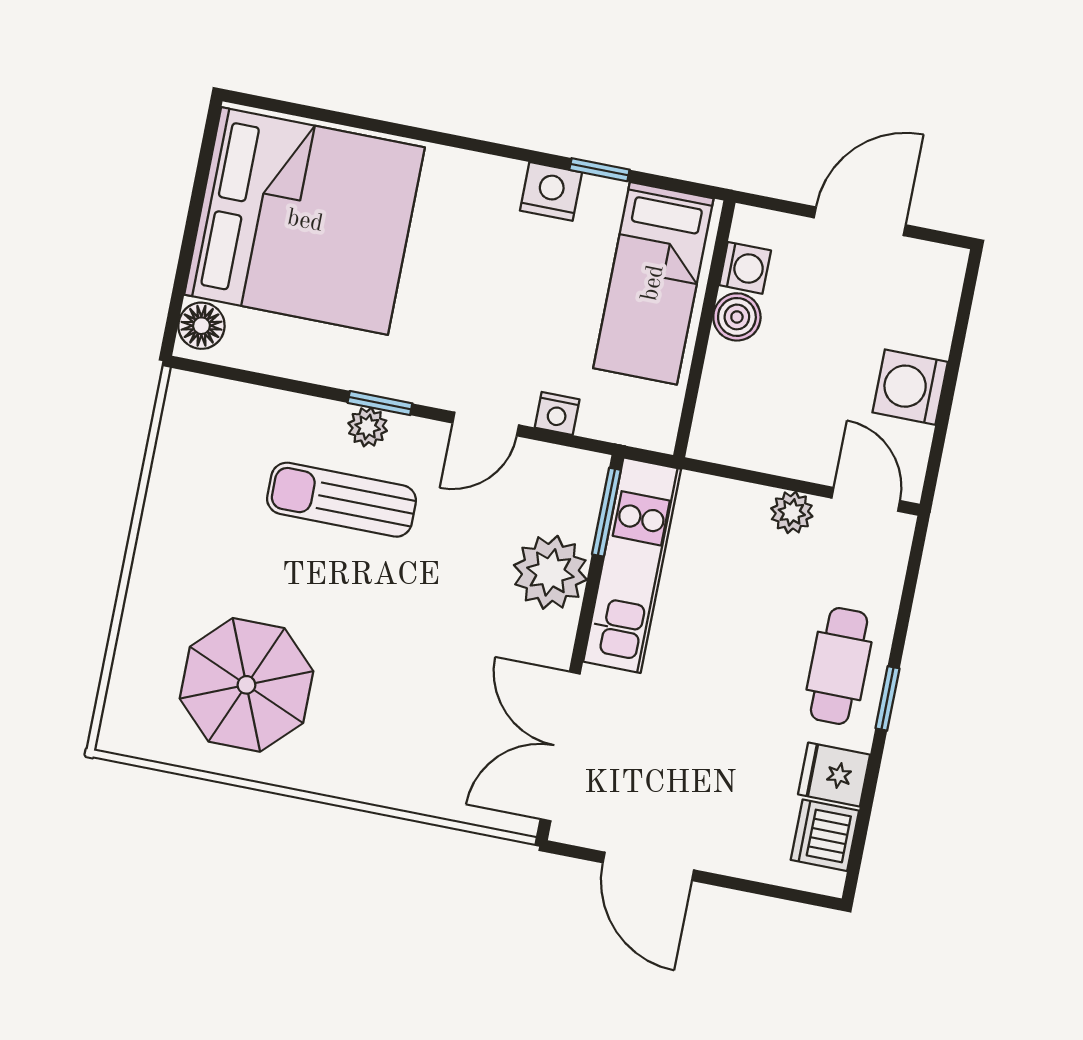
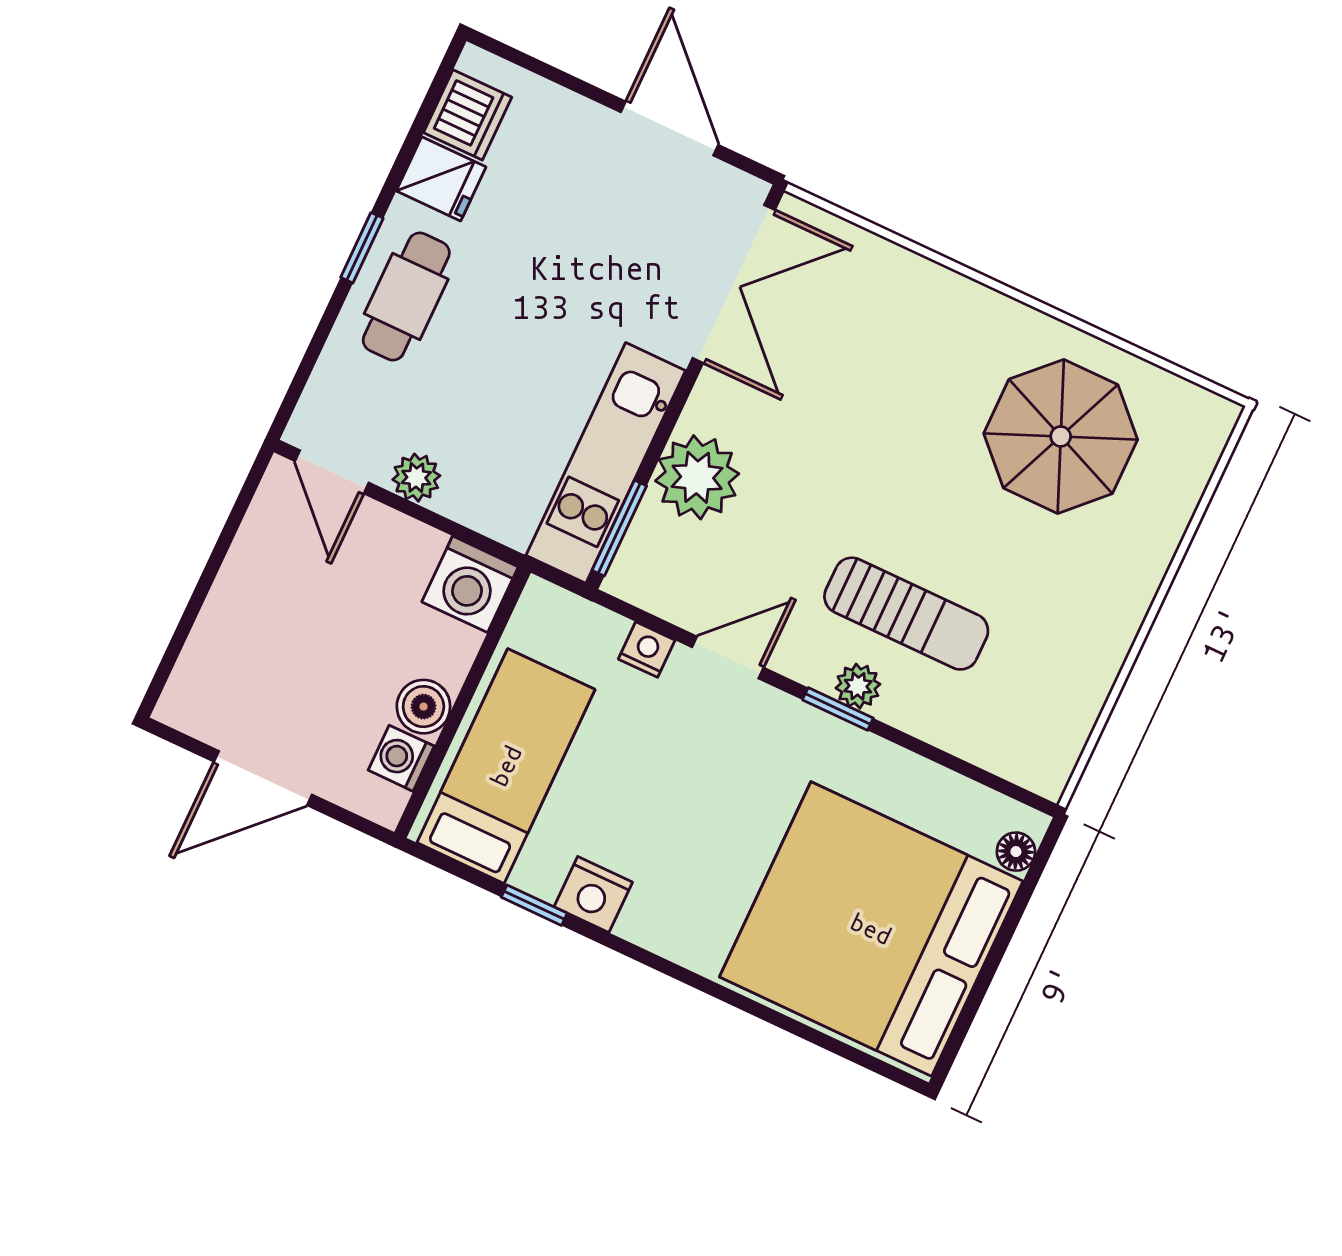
floor lamp: (201, 326) -> (1016, 852), width x0.73, depth x0.73
washing machine: (910, 387) -> (470, 584), moved, turned 90

